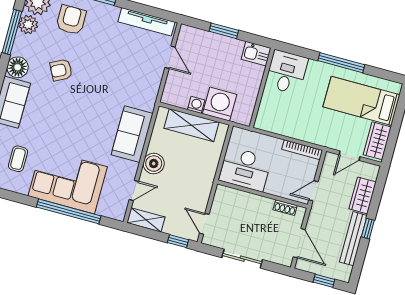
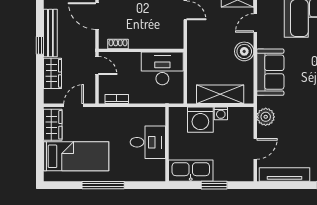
kitchen sink: (256, 54) -> (191, 171), width x1.88, depth x1.24
door: (170, 57) -> (255, 149), swing flipped
desk: (286, 72) -> (148, 142), moved, turned -90
plant: (150, 88) -> (266, 117), added
bookcase: (302, 150) -> (117, 99), width x0.64
door: (313, 191) -> (97, 66), hinge flipped

